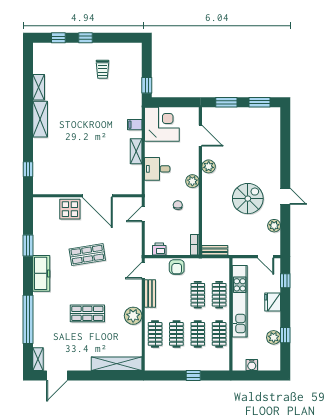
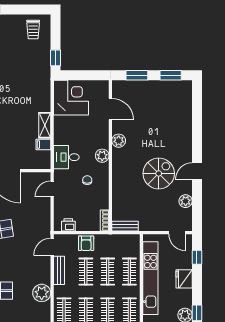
trolley: (103, 69) -> (33, 29), moved
filing cabinet: (135, 125) -> (43, 144), moved
desk: (157, 169) -> (66, 157), moved
door: (285, 196) -> (197, 171), swing flipped
clothes rail: (176, 295) -> (86, 272), added

